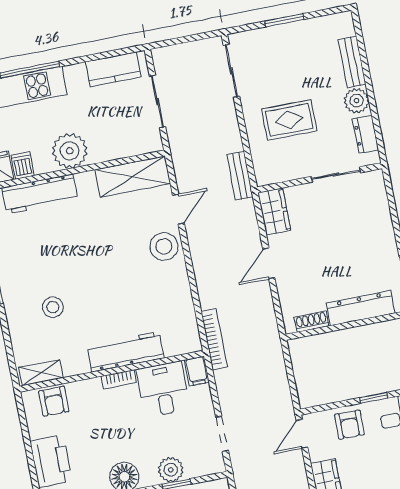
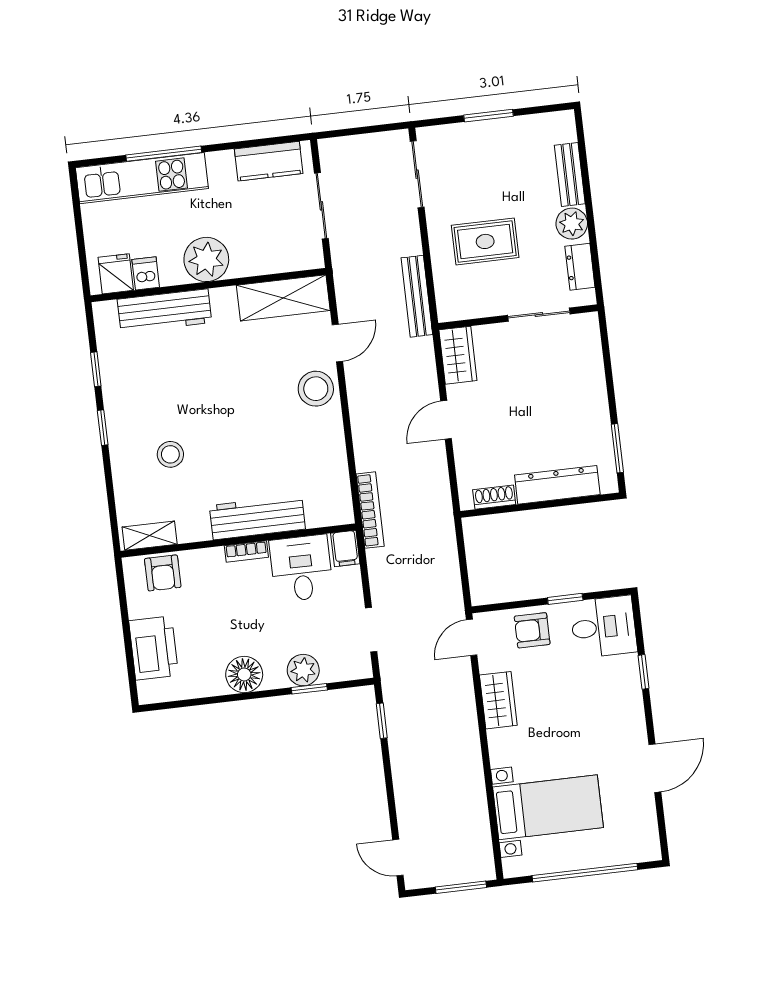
bench: (240, 176) -> (417, 296), width x1.36
armchair: (349, 425) -> (532, 630), turned 90

